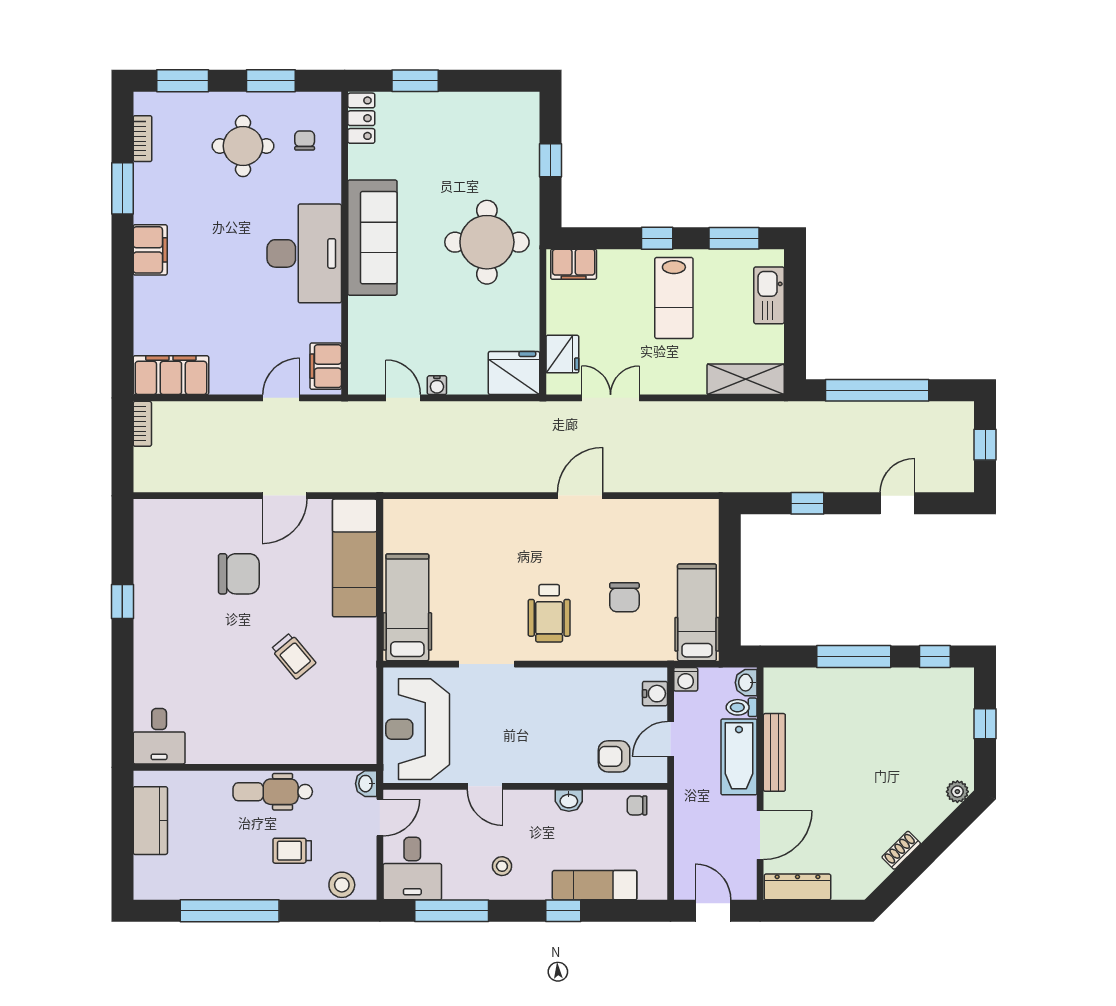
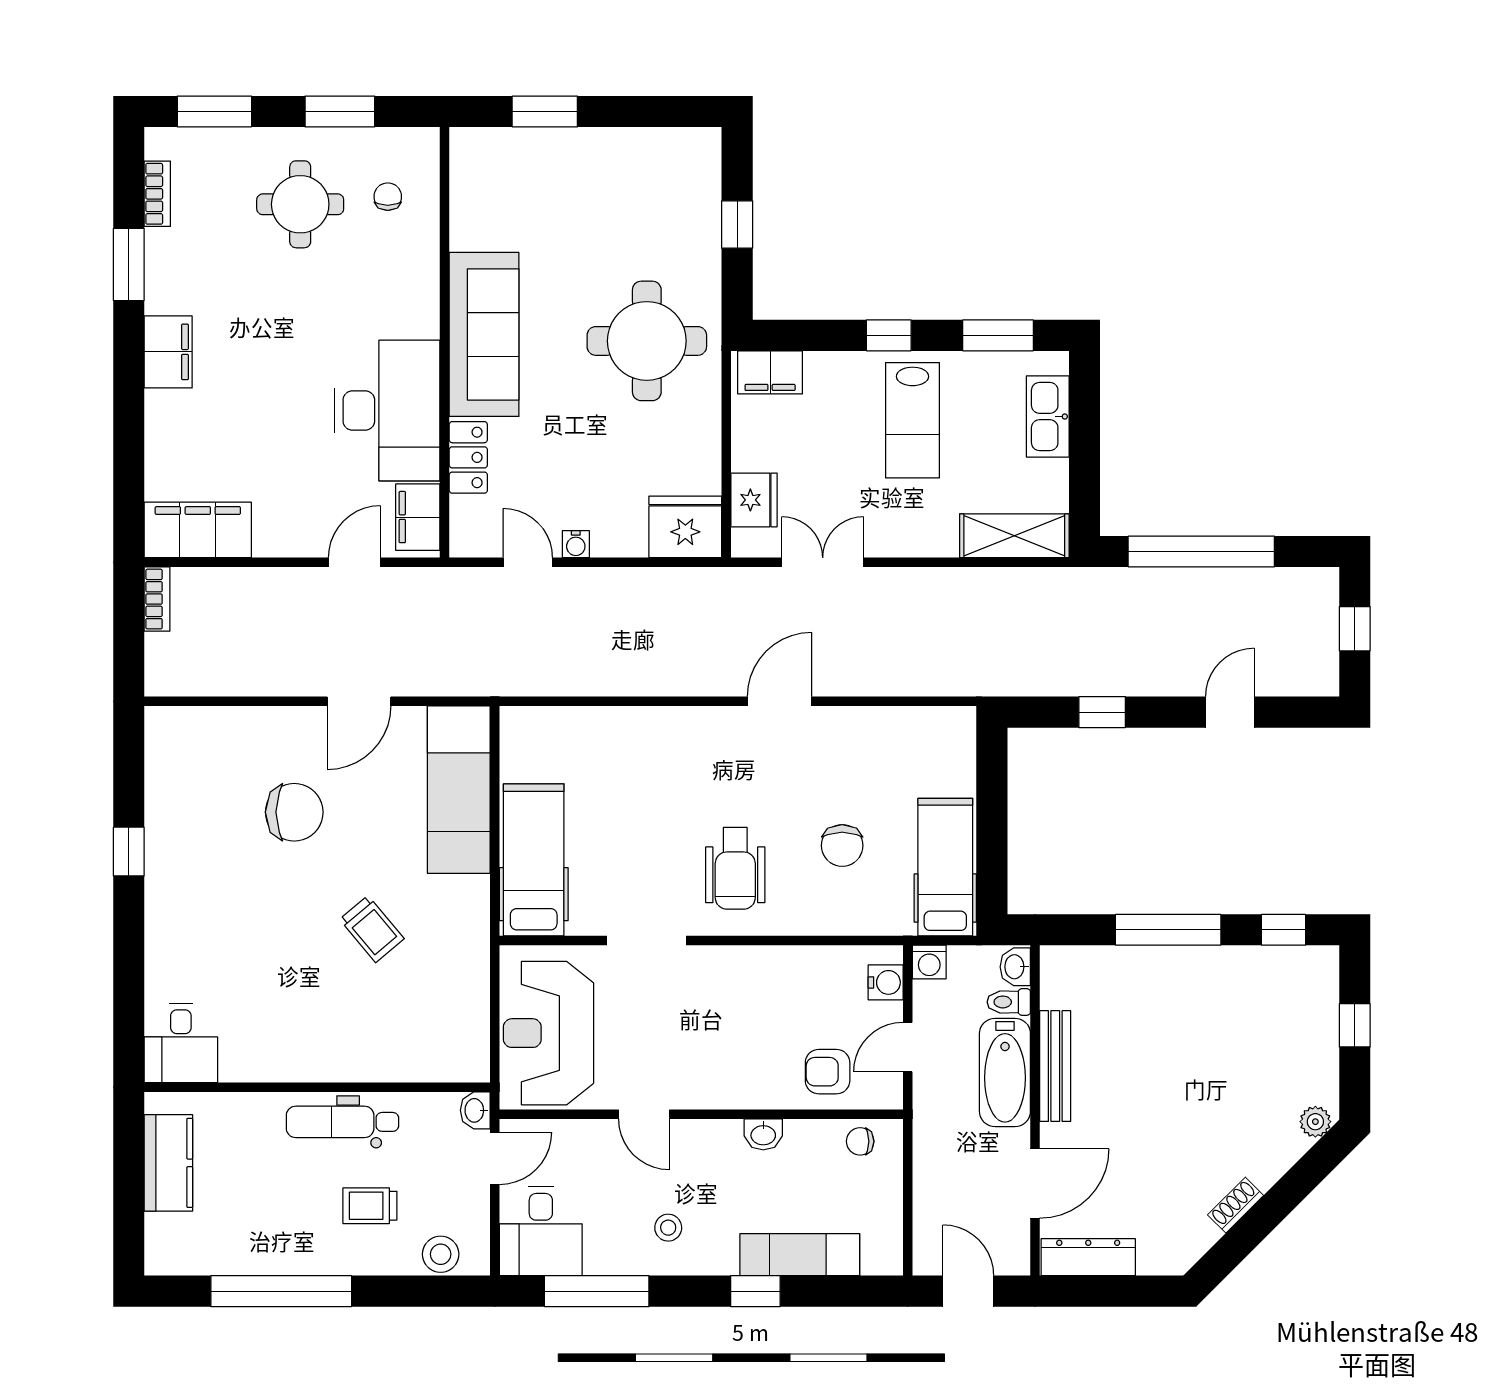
locker: (361, 118) -> (468, 457), moved
desk: (304, 253) -> (387, 411), moved

